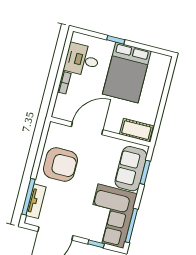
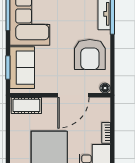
floor lamp: (54, 127) -> (105, 88), added
armchair: (60, 165) -> (90, 54), turned -90

